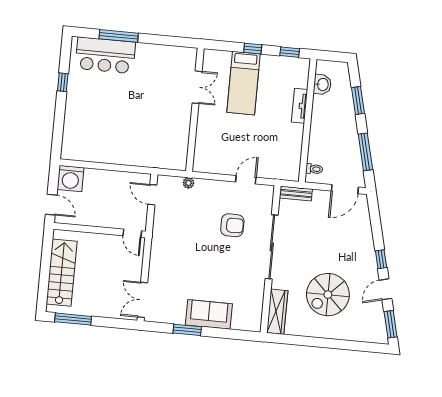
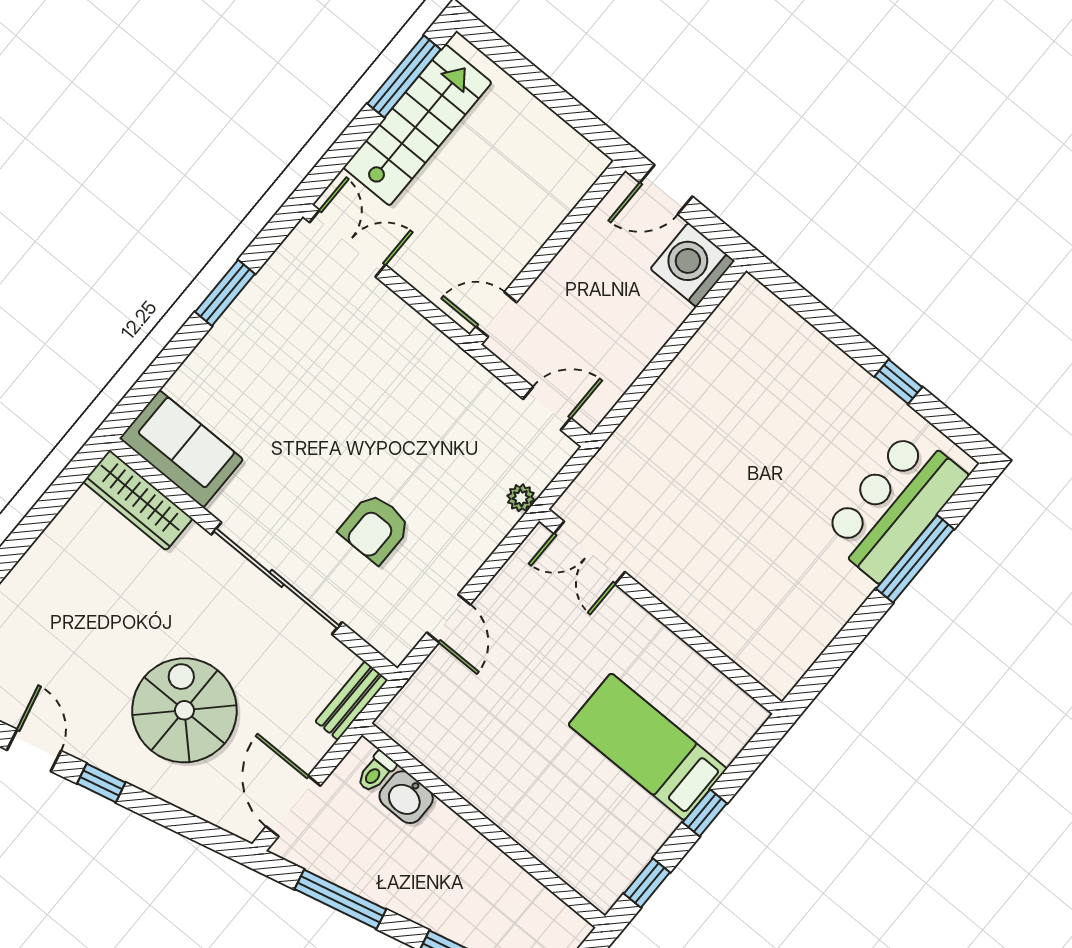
washbasin: (322, 84) -> (406, 797), moved
double door: (197, 87) -> (589, 553), moved
tv unit: (300, 106) -> (525, 829), removed
stairs: (62, 273) -> (417, 125), moved, turned -90
spiral stairs: (328, 295) -> (184, 710), moved
sofa: (209, 314) -> (181, 449), moved, turned -90

